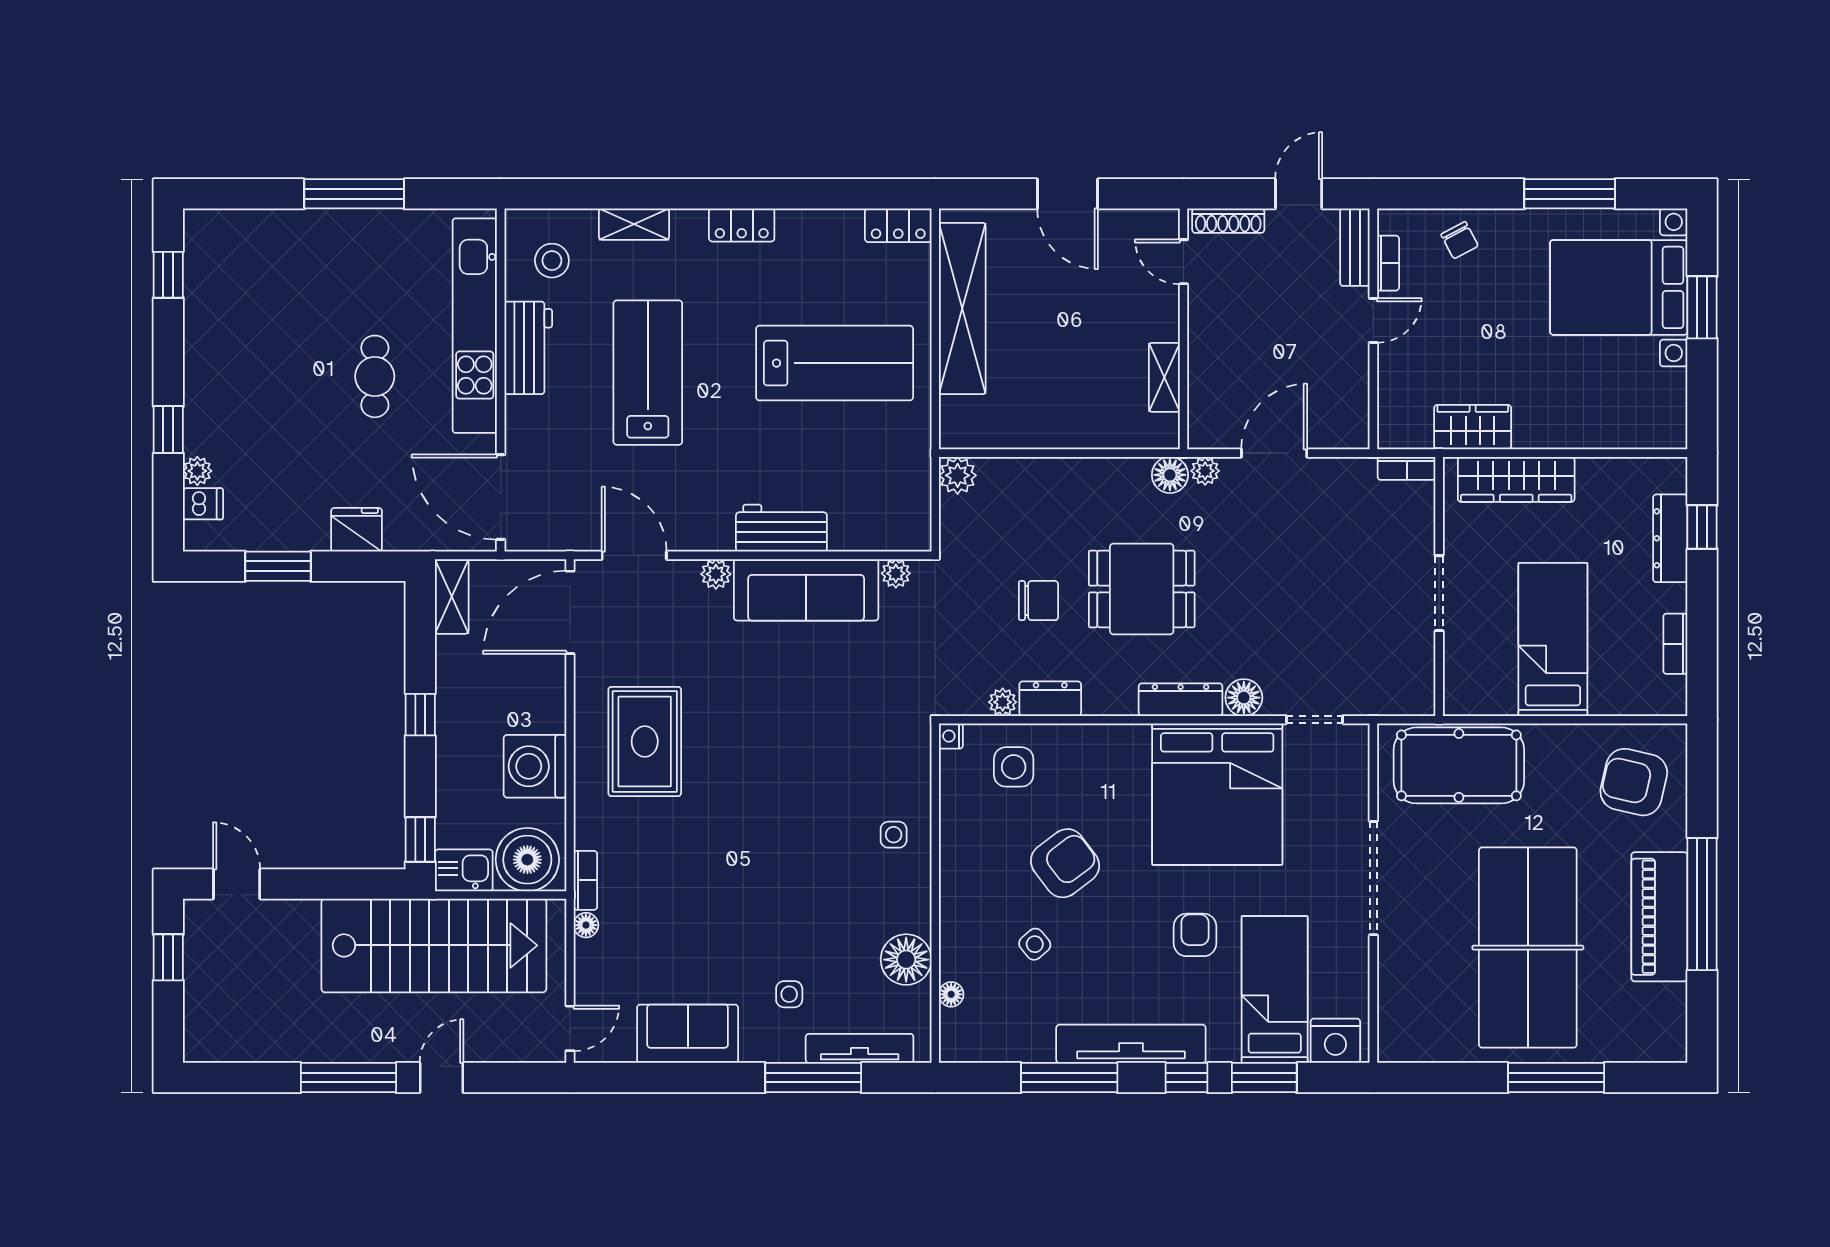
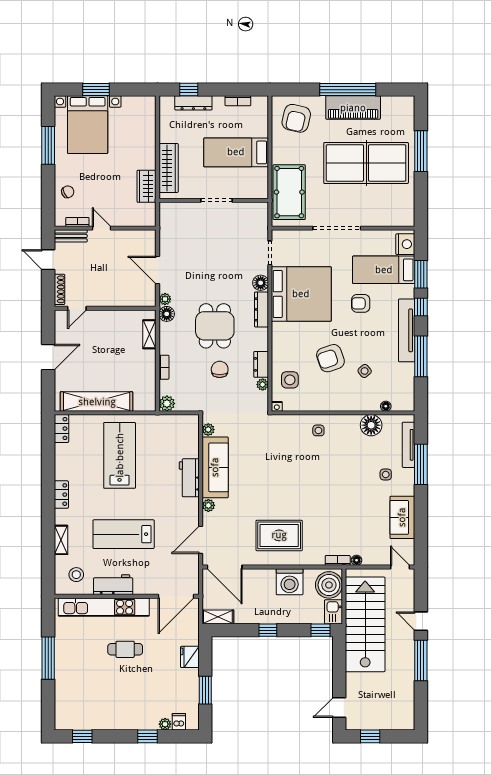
shelving: (1164, 377) -> (149, 334), moved, turned 90
bookcase: (1407, 468) -> (164, 367), moved
armchair: (1065, 863) -> (330, 358), turned -72

